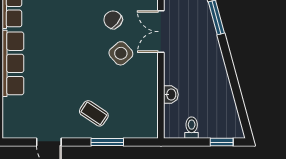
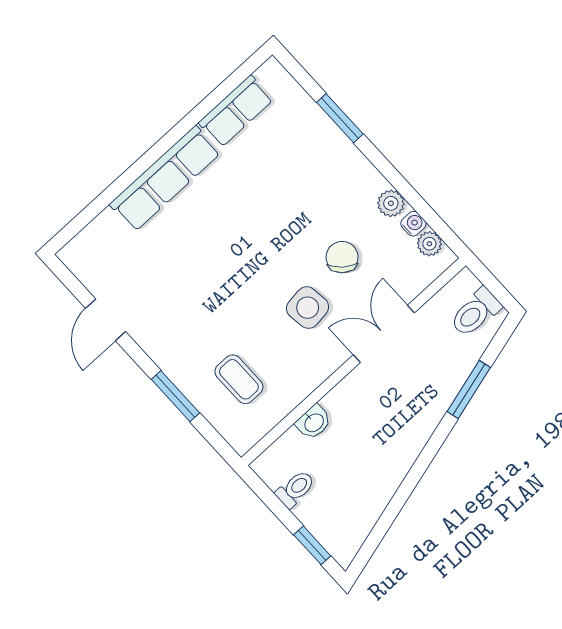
side table: (121, 53) -> (308, 308), turned 35
coffee table: (94, 113) -> (239, 379), moved, turned -34

